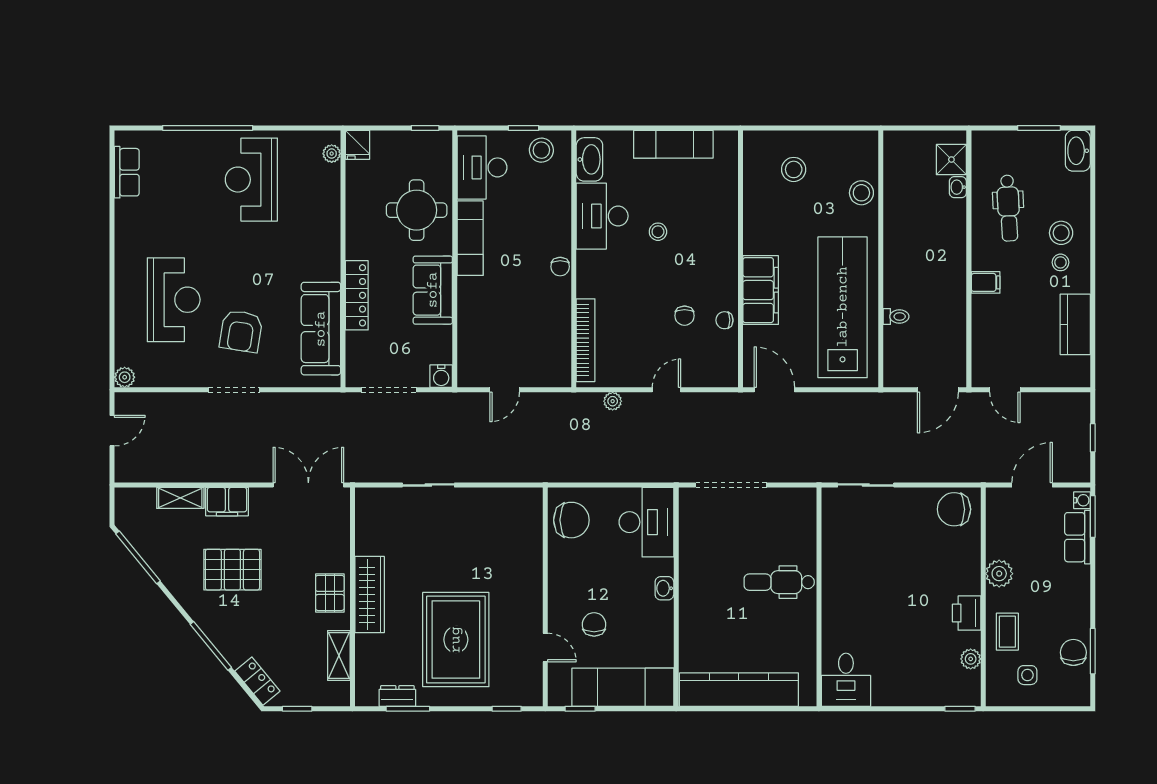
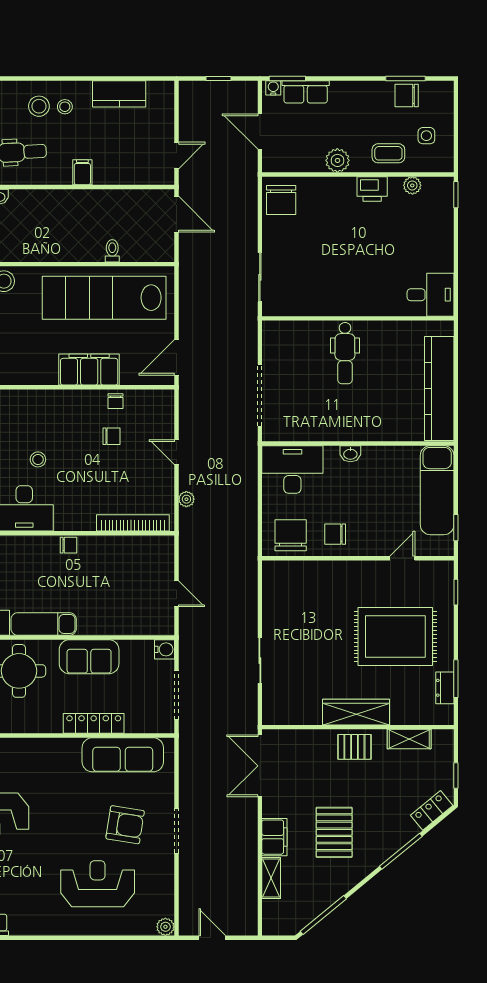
chair: (594, 624) -> (335, 534), moved

